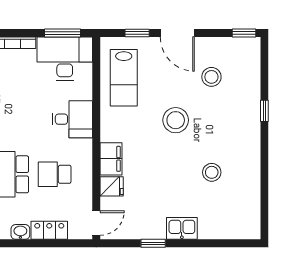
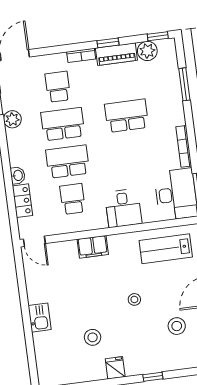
stool: (176, 120) -> (134, 299), width x0.53, depth x0.53
fridge: (112, 186) -> (115, 368), moved, turned 180
window: (153, 243) -> (23, 294), removed

